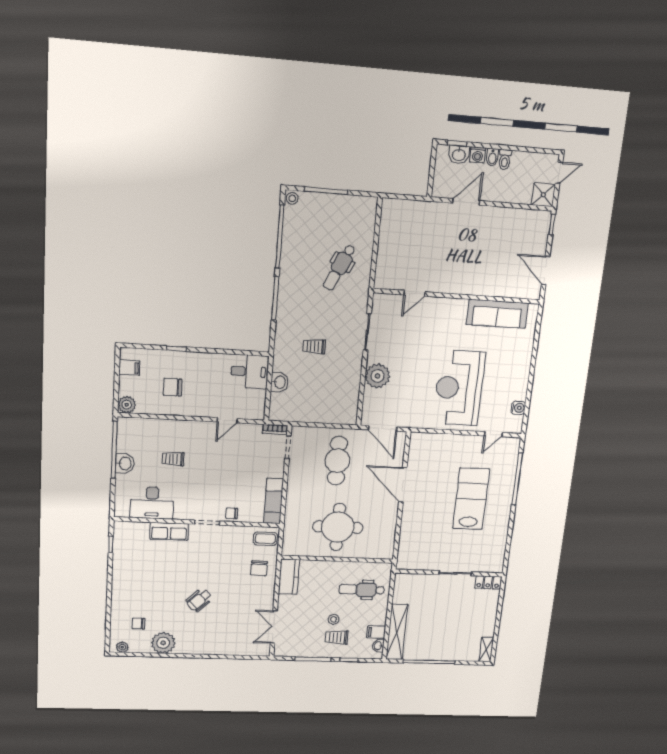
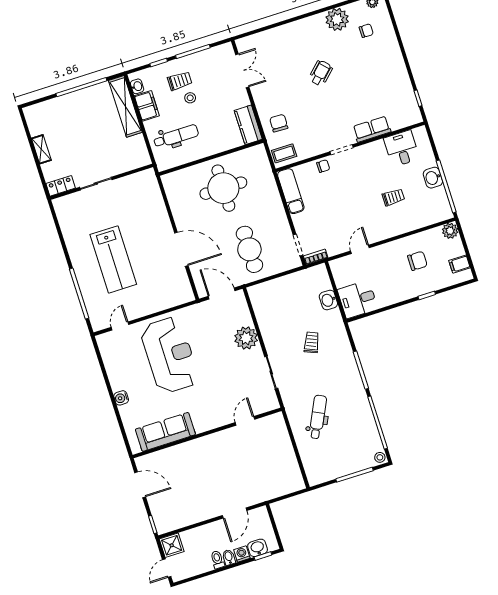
trolley: (314, 346) -> (312, 342), turned -67
water cooler: (518, 408) -> (121, 398), moved
desk: (152, 503) -> (402, 149), width x0.73
filing cabinet: (376, 632) -> (147, 106), width x2.00
shelving: (486, 649) -> (41, 149), moved

